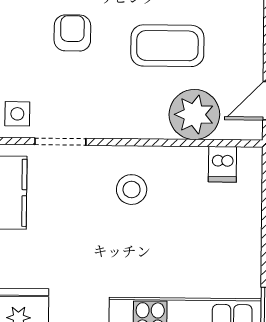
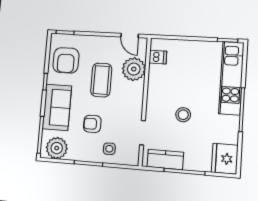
side table: (17, 114) -> (109, 149), moved
stool: (132, 190) -> (183, 115), moved

